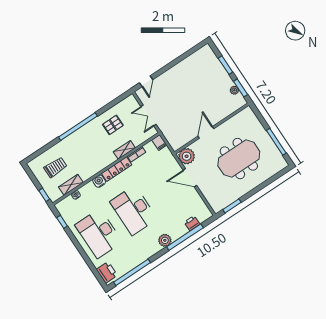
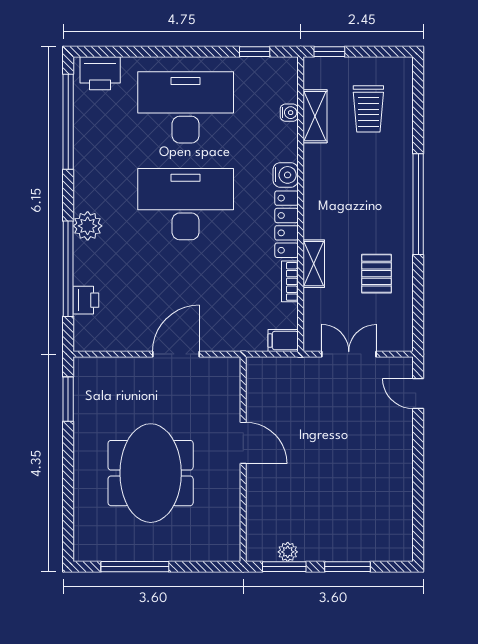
plant: (187, 156) -> (222, 375), removed

